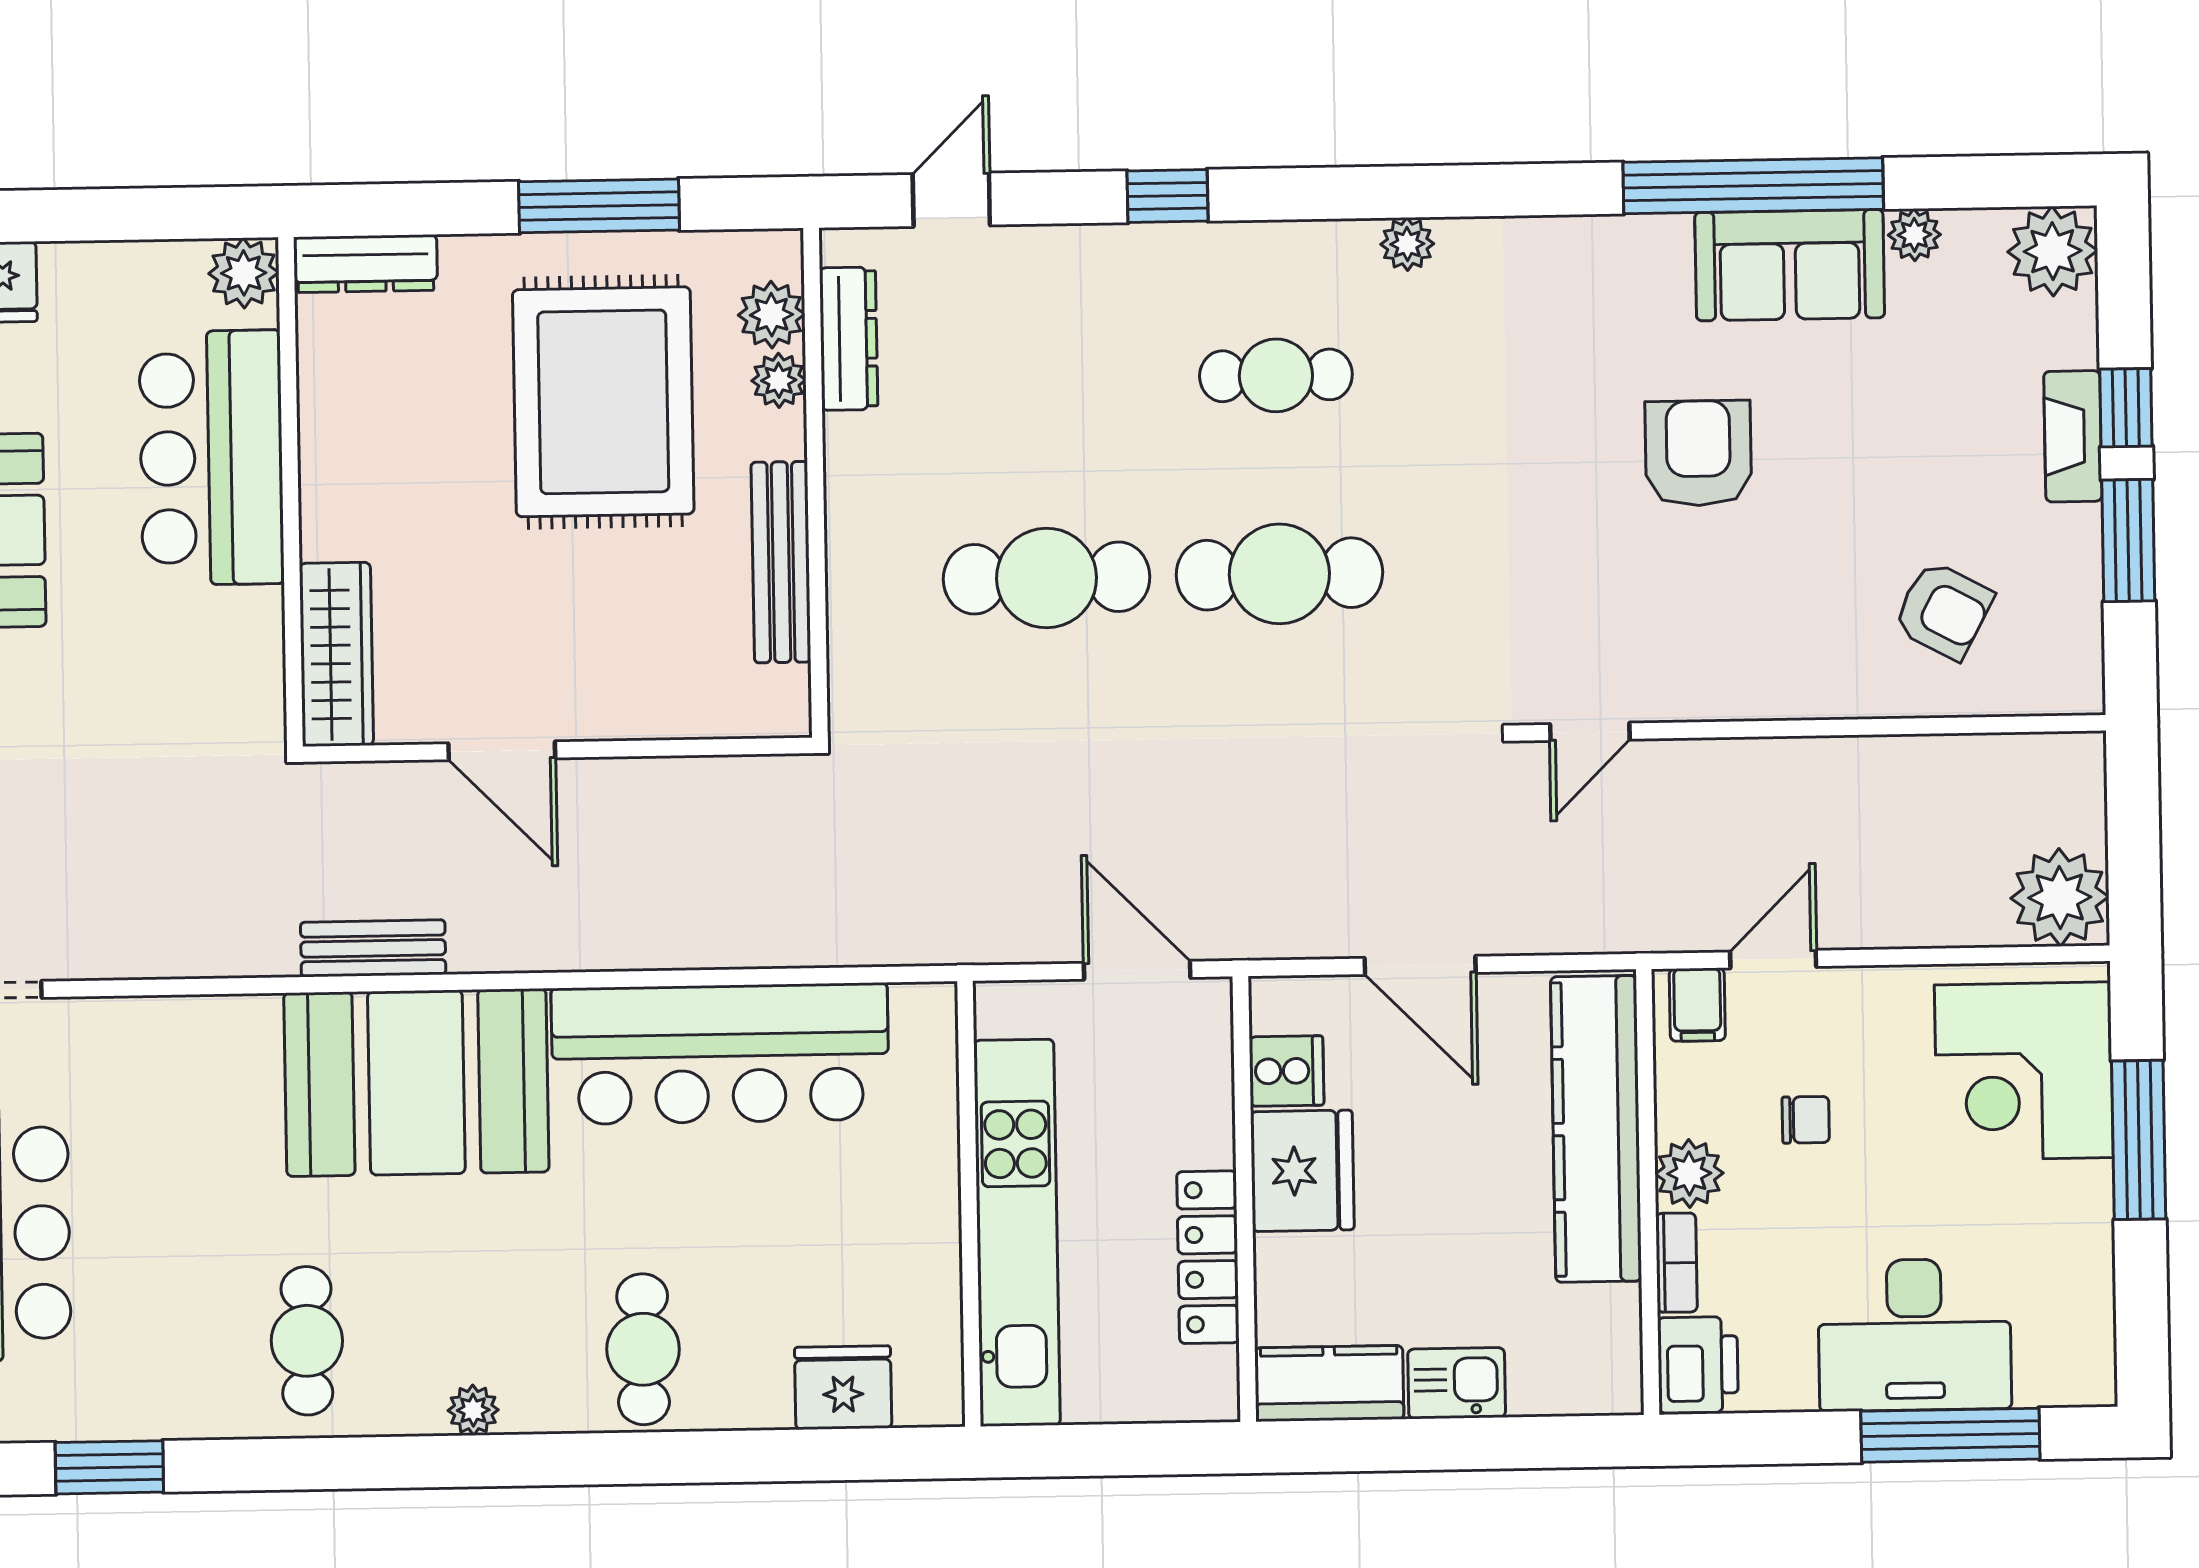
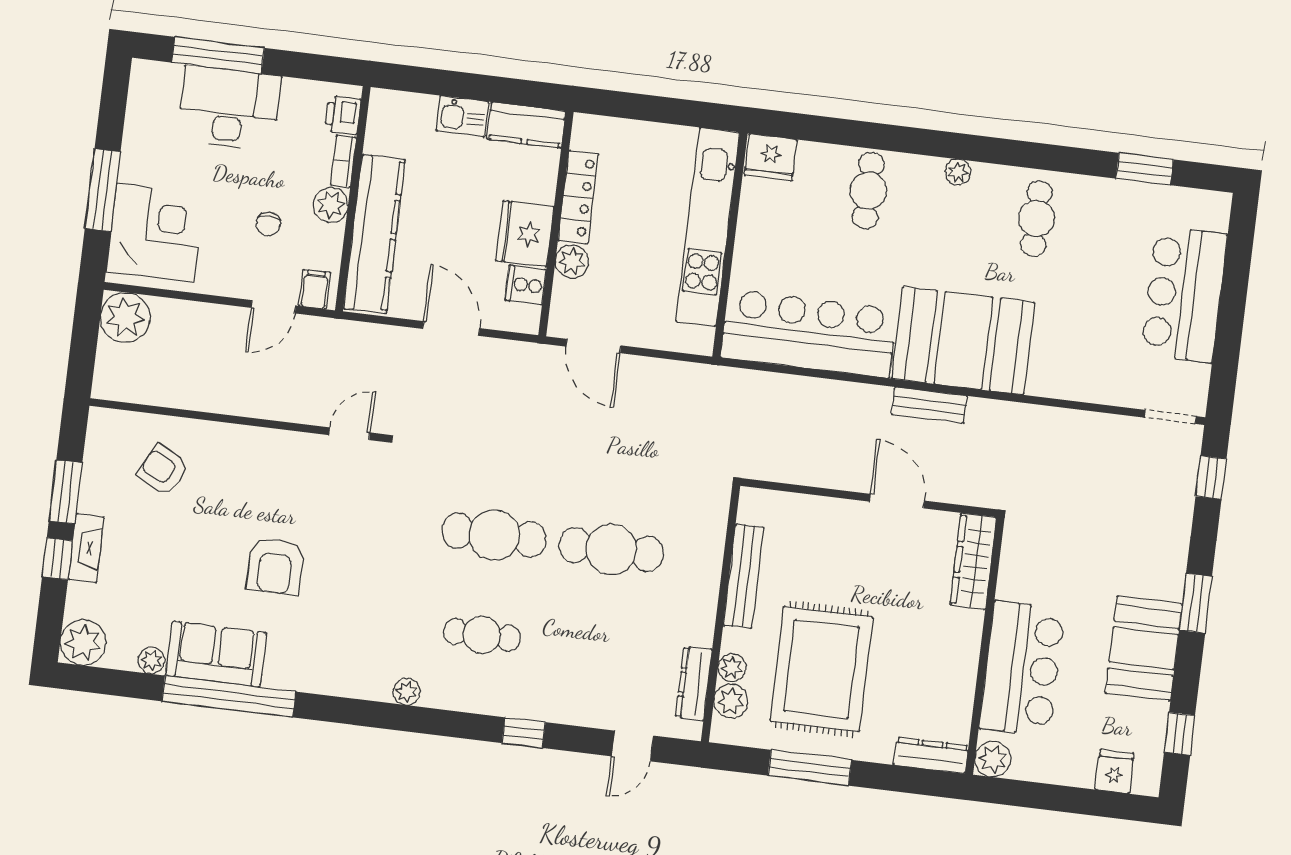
bench: (373, 948) -> (929, 405), moved
chair: (1806, 1120) -> (268, 224), turned -90
plant: (1203, 1130) -> (572, 261), added
wall: (969, 1204) -> (730, 245), moved
kitchen unit: (1017, 1233) -> (708, 227), moved
printer: (1698, 1365) -> (343, 115), width x0.73, depth x0.81

